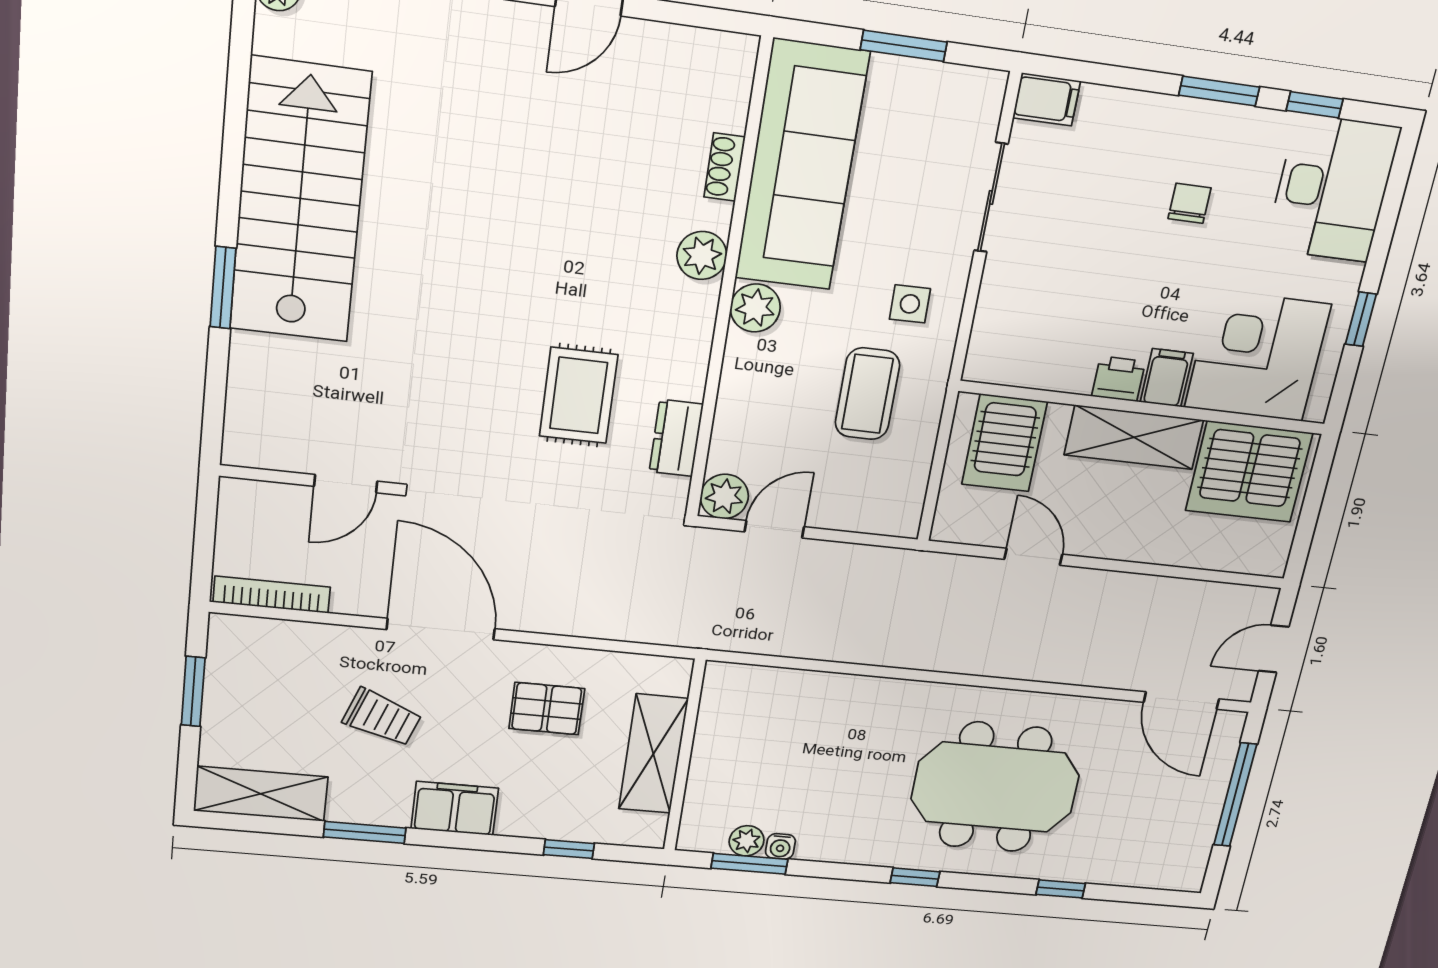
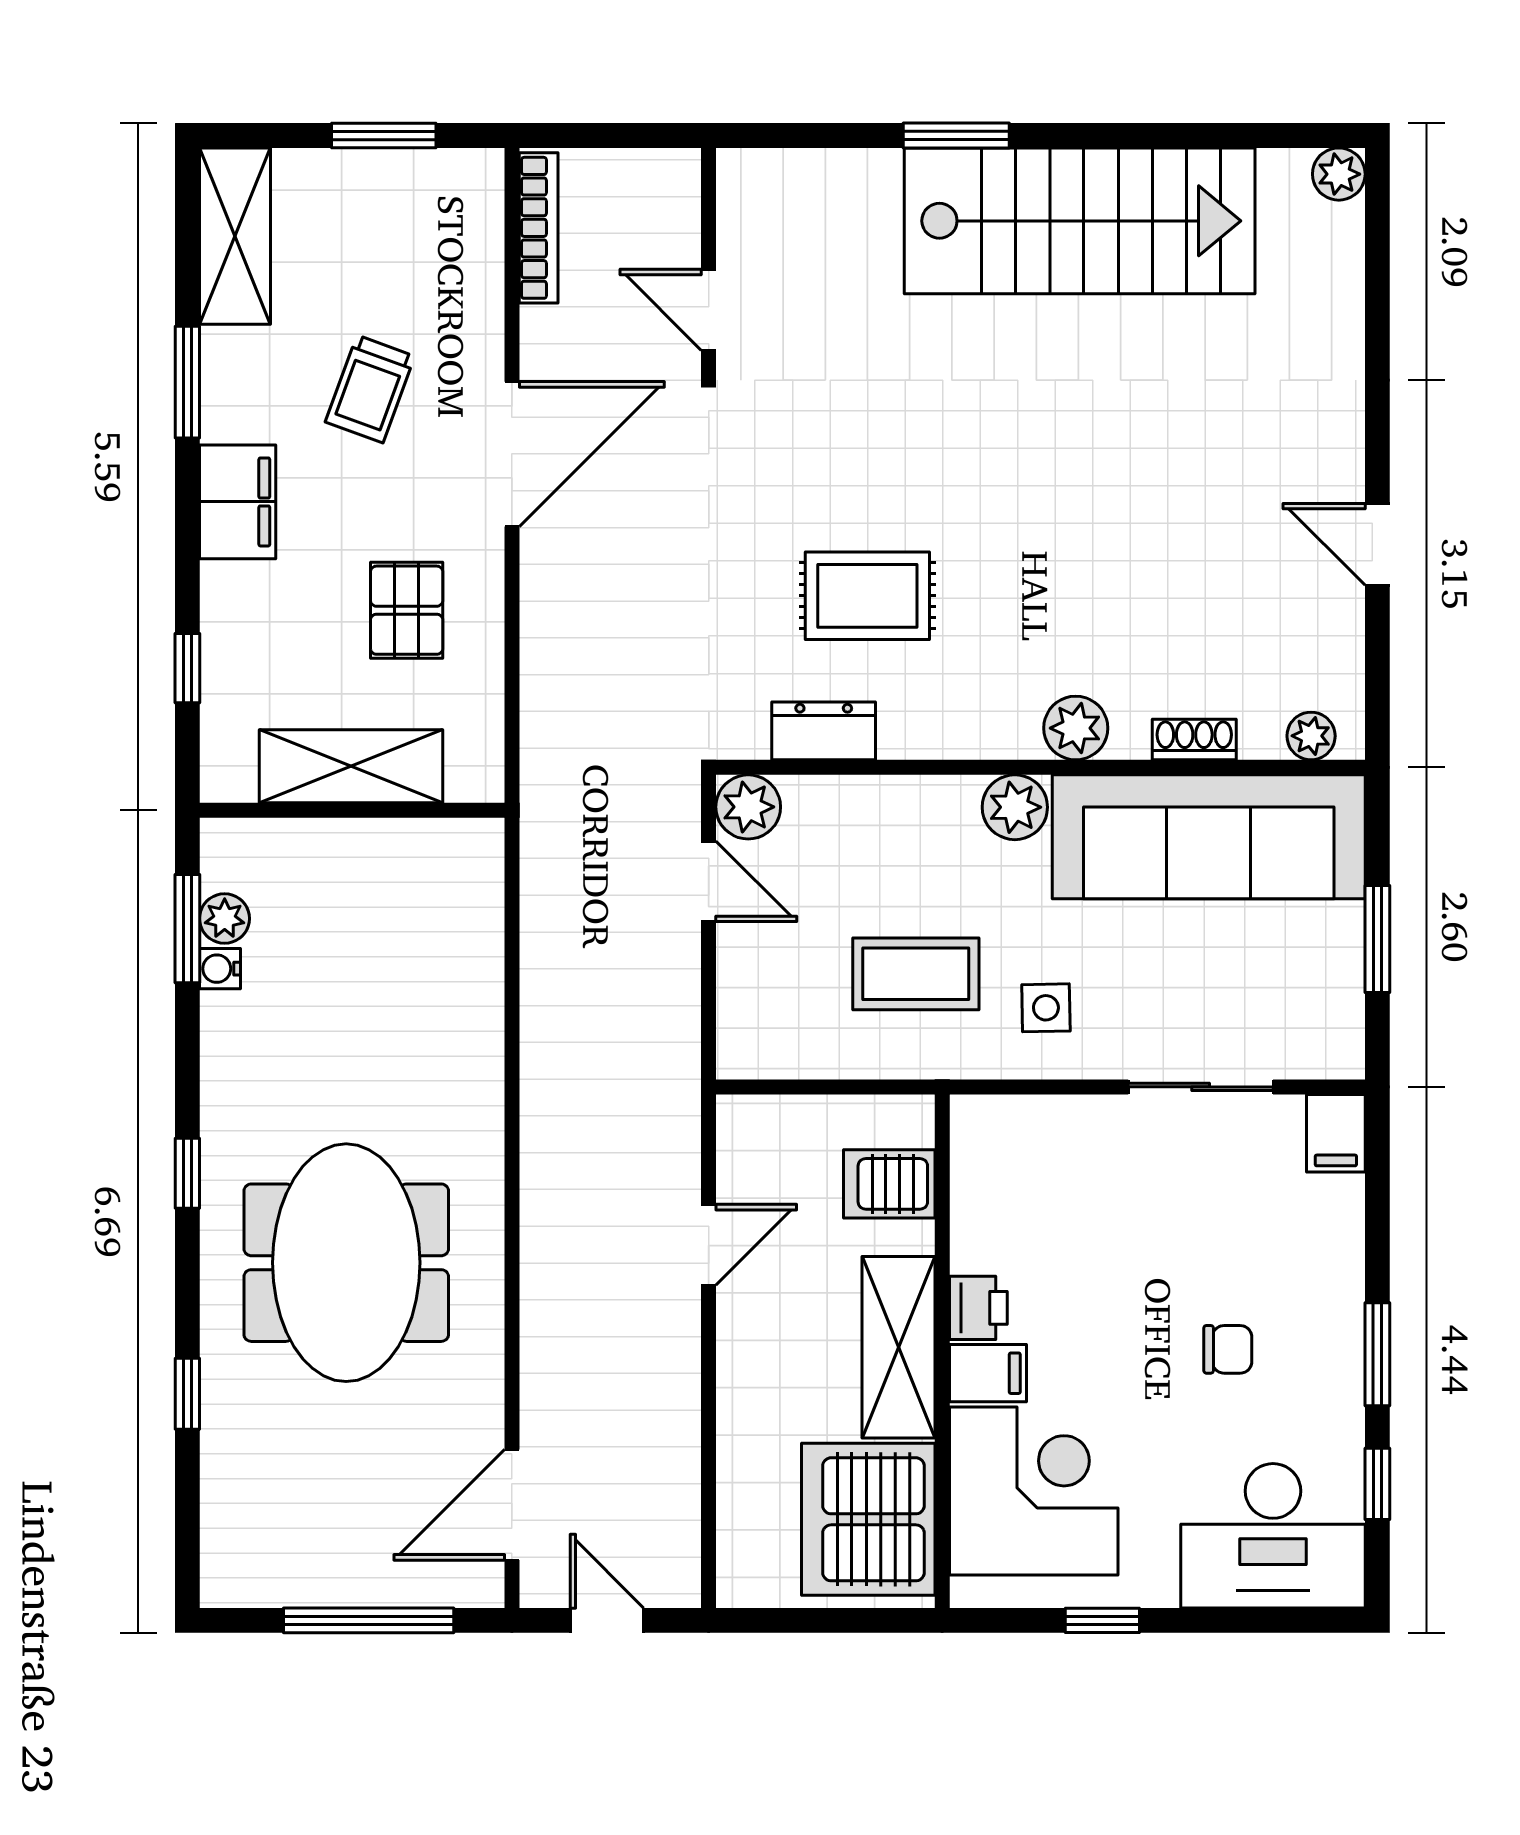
plant: (736, 76) -> (1311, 736), added
server rack: (1004, 443) -> (889, 1184), width x0.73, depth x0.70

